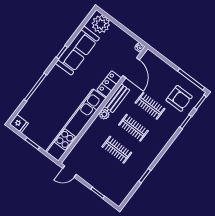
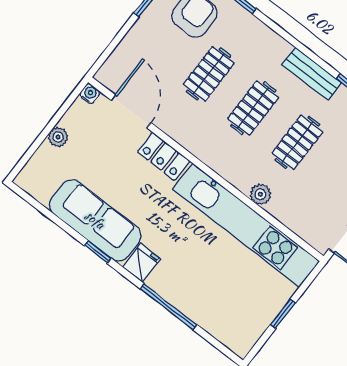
plant: (101, 24) -> (58, 137), moved, width x0.53, depth x0.53
door: (131, 68) -> (131, 111), hinge flipped
bench: (117, 98) -> (312, 74), moved
plant: (104, 114) -> (260, 194), moved
fridge: (19, 124) -> (141, 263), moved

